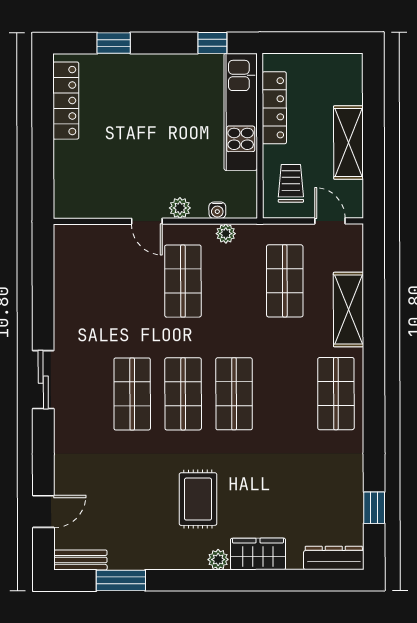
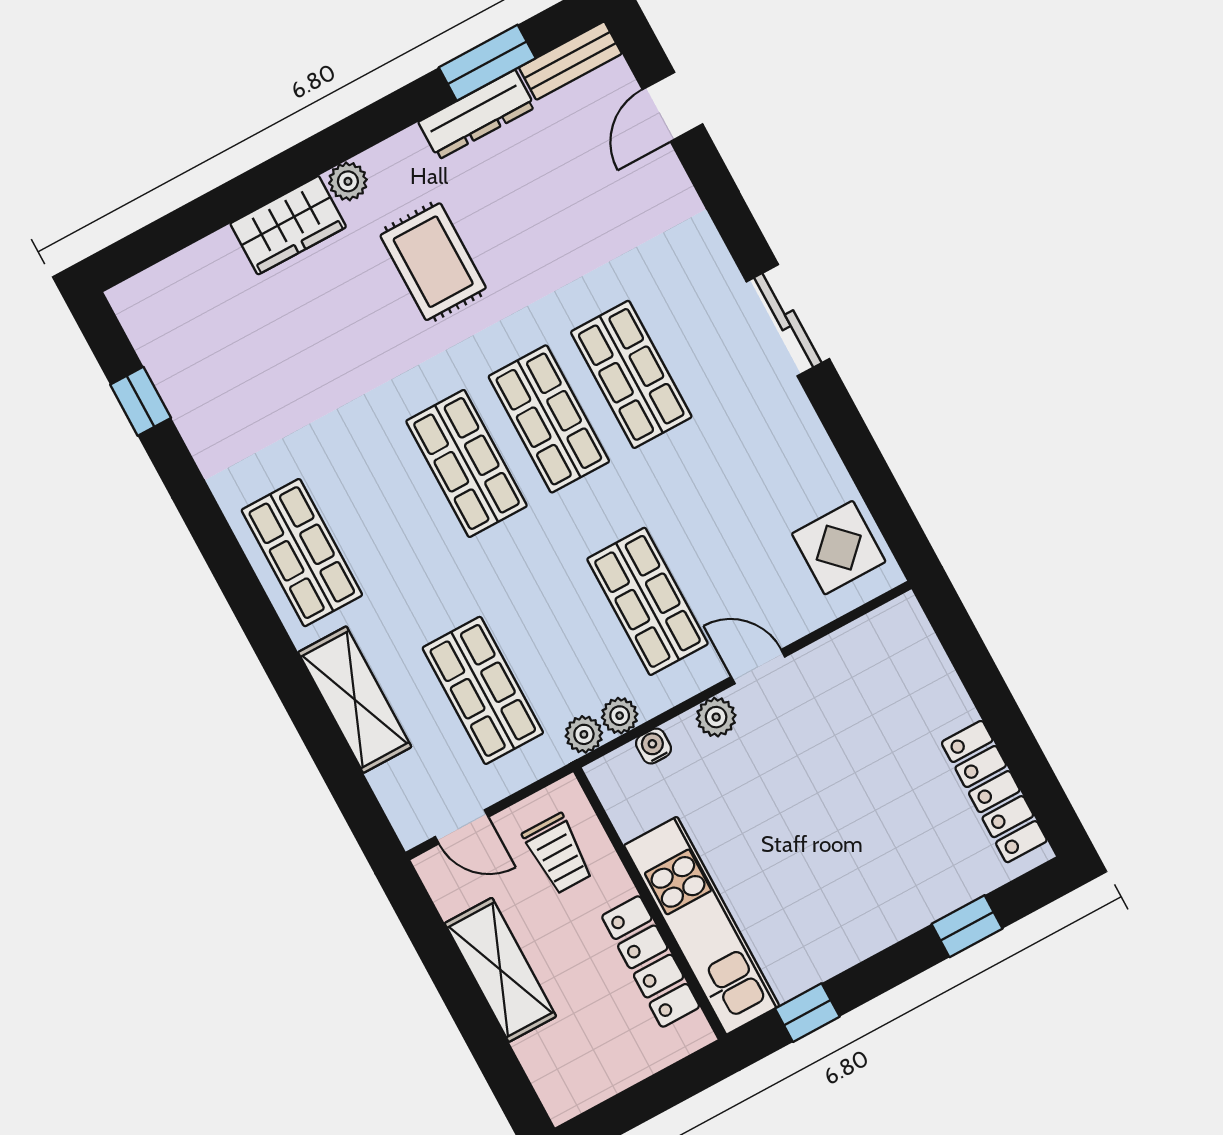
plant: (248, 234) -> (584, 734), added
display table: (77, 257) -> (839, 548), added
dresser: (334, 558) -> (477, 115), moved

